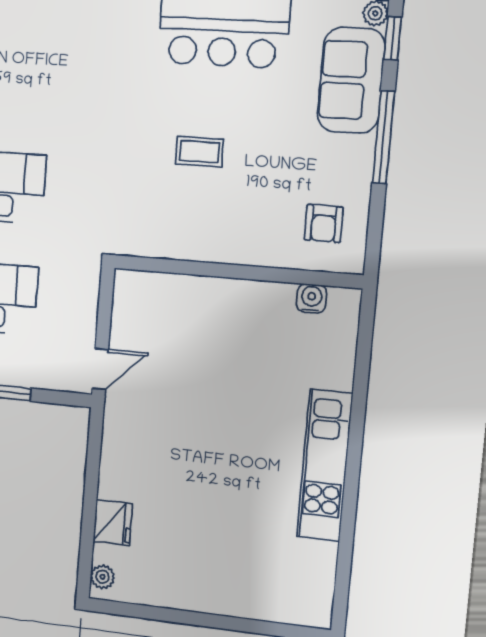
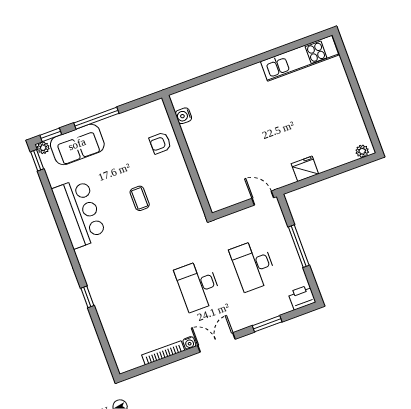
armchair: (324, 223) -> (160, 143), moved, turned 180
kitchen unit: (325, 465) -> (300, 58), moved
fridge: (113, 523) -> (305, 169), moved

